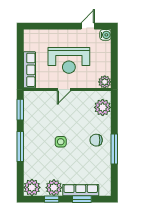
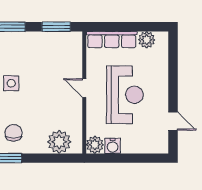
water cooler: (105, 35) -> (113, 146), moved
plant: (30, 45) -> (147, 40), added
reception desk: (69, 60) -> (125, 95), turned 180

